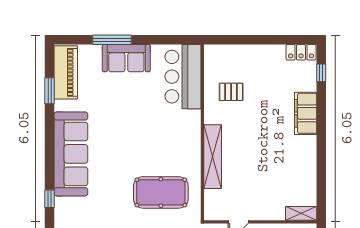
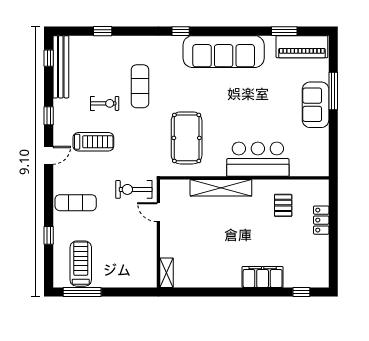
locker: (301, 52) -> (321, 220), moved
bar counter: (183, 77) -> (258, 159), moved

